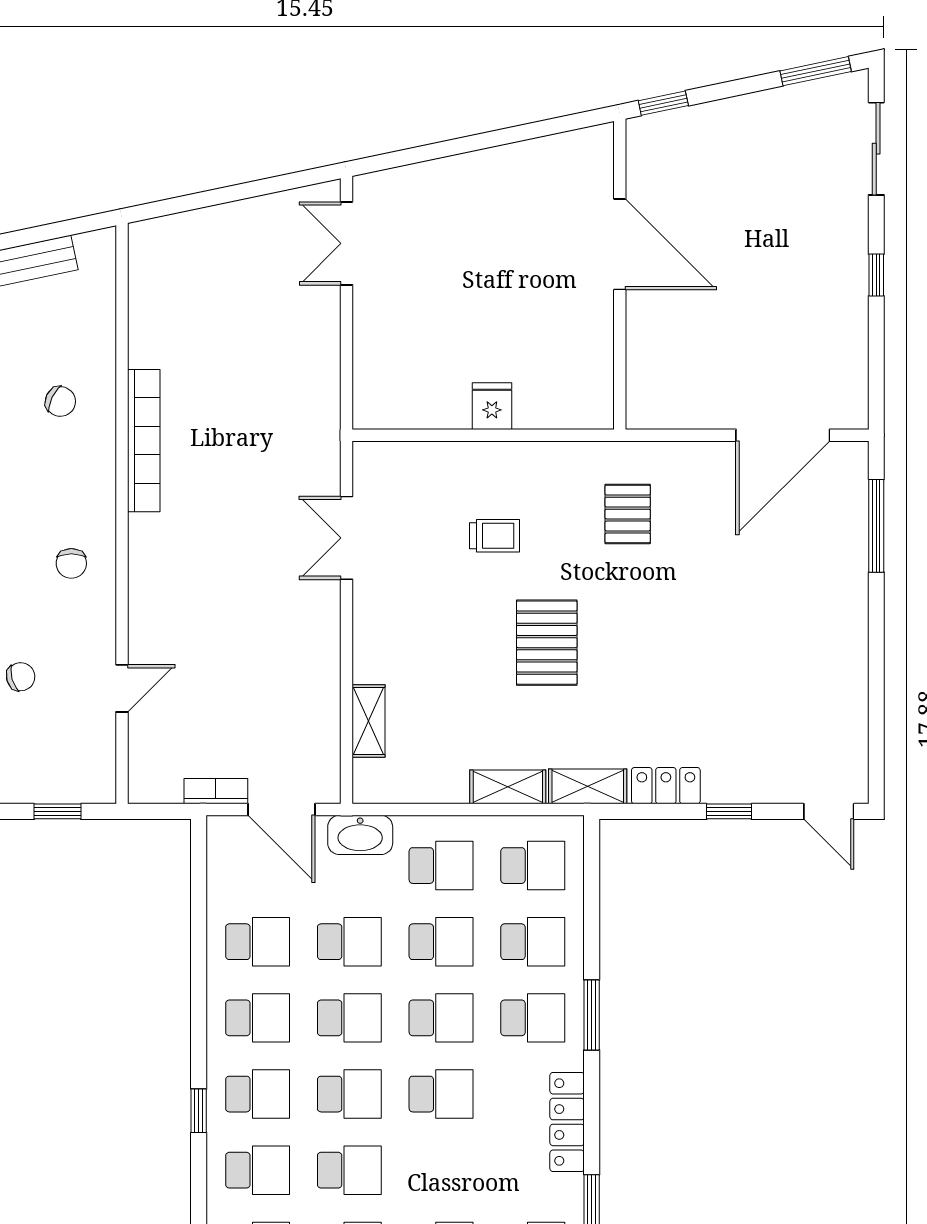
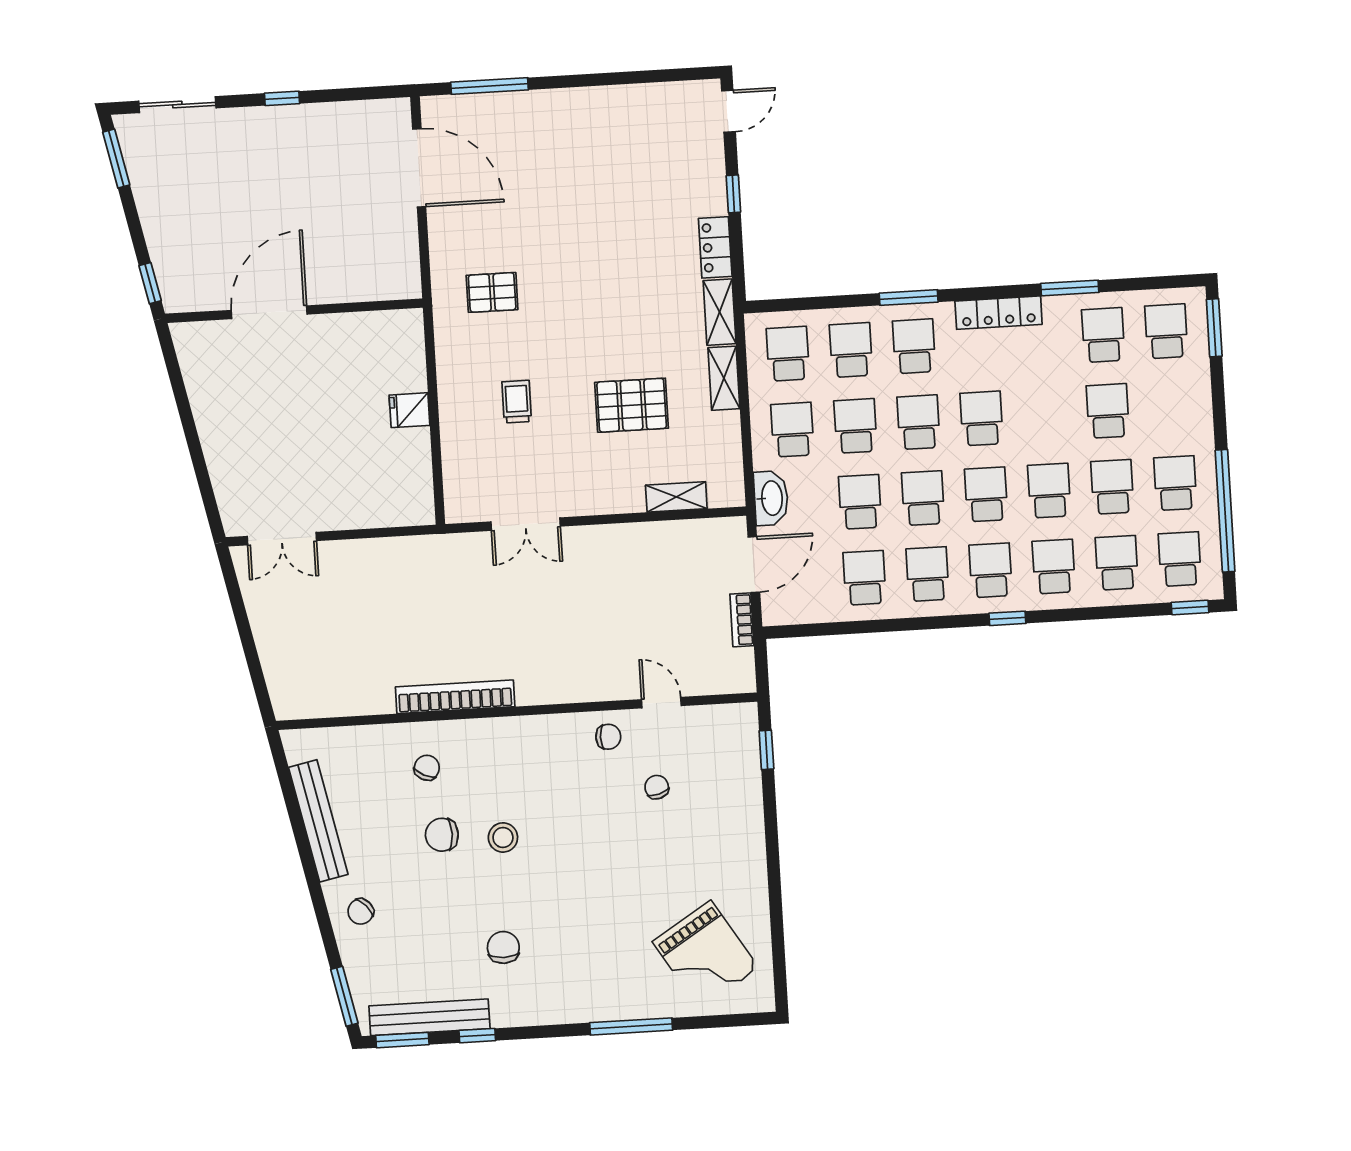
chair: (71, 563) -> (608, 737), moved
pallet: (547, 643) -> (632, 405), moved

